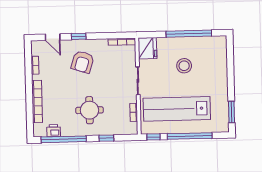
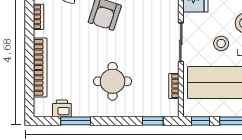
stool: (167, 81) -> (221, 43), added
window: (106, 138) -> (153, 121), moved
window: (64, 139) -> (76, 121), width x0.47

